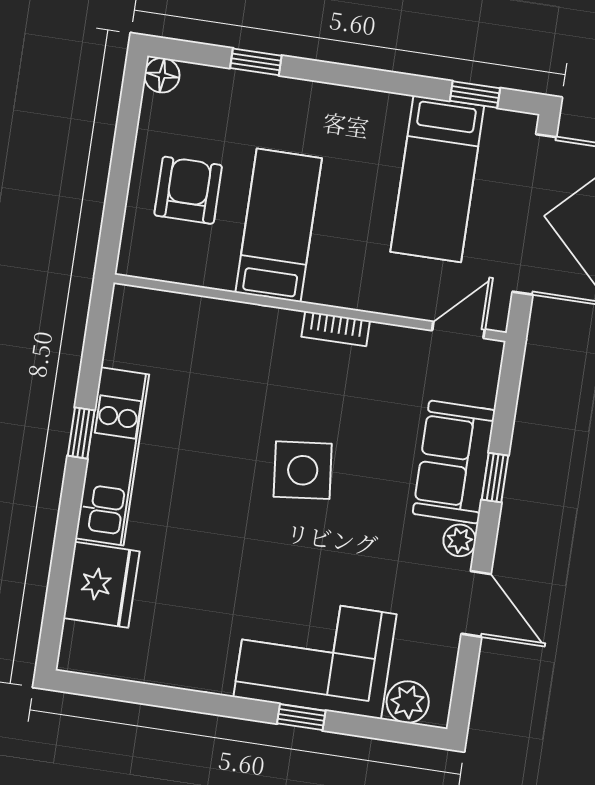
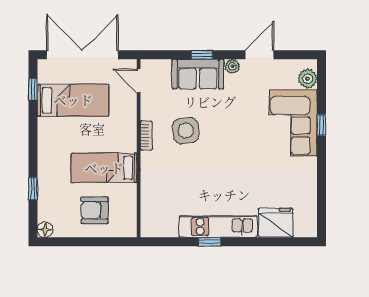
side table: (303, 470) -> (186, 131), moved

